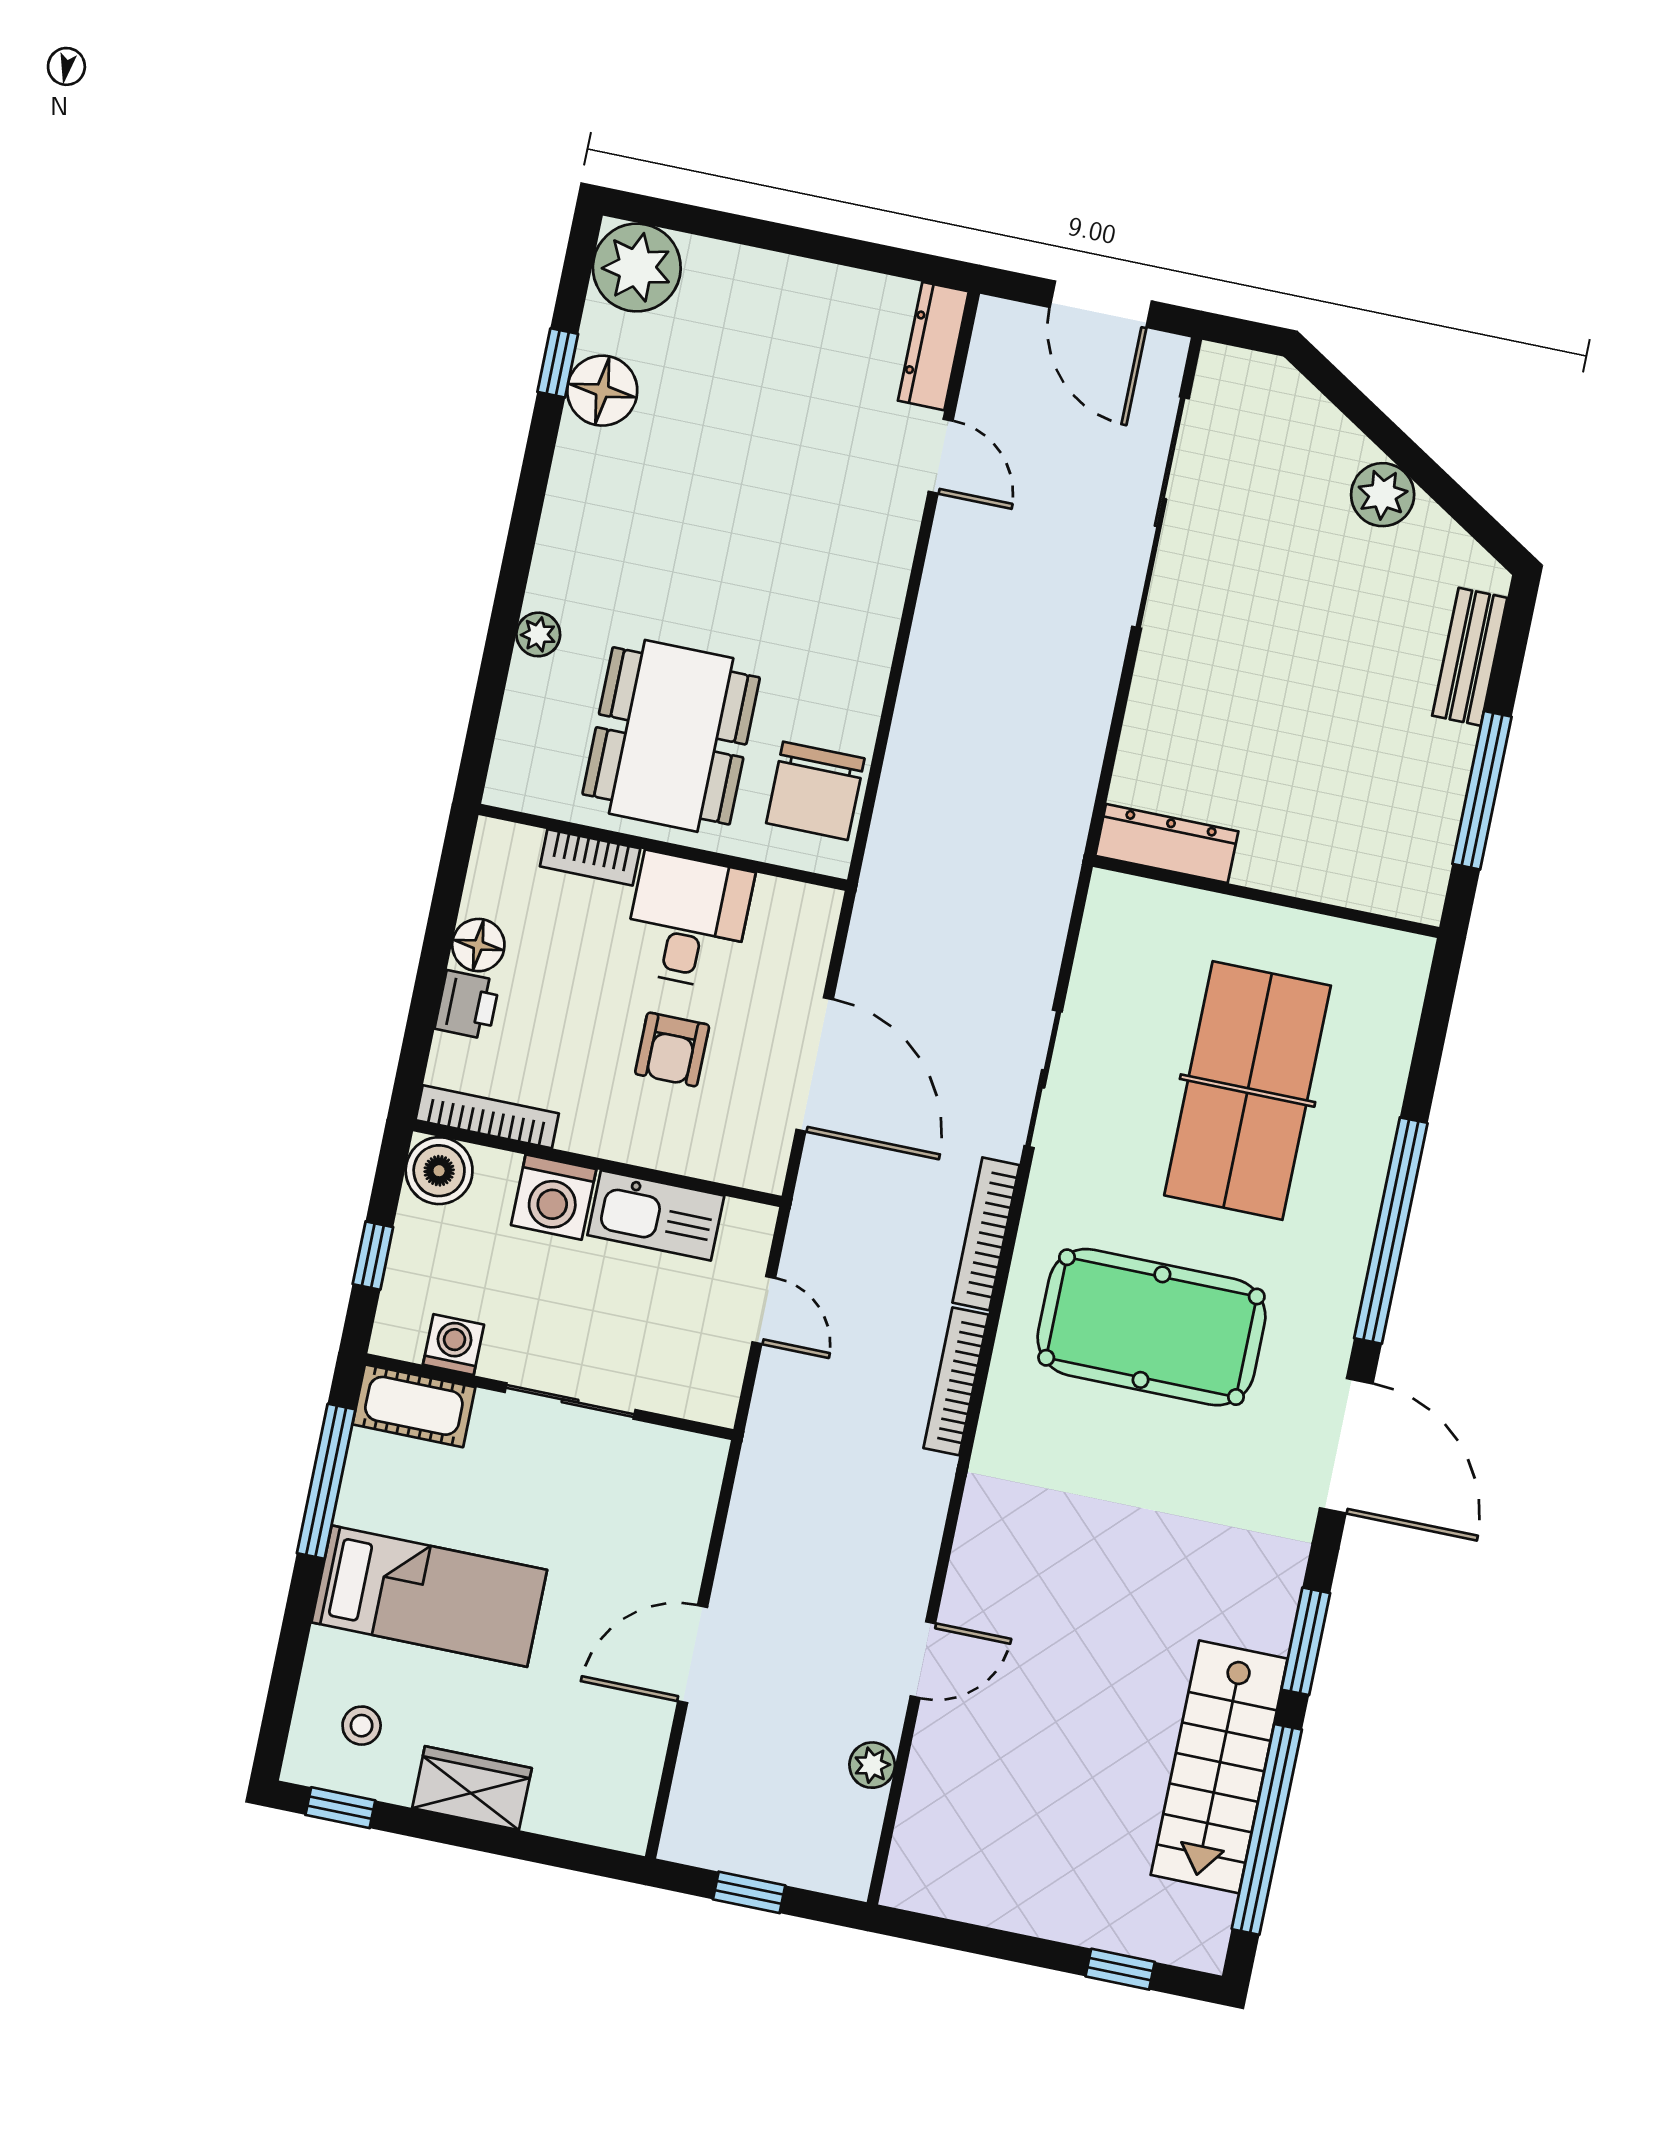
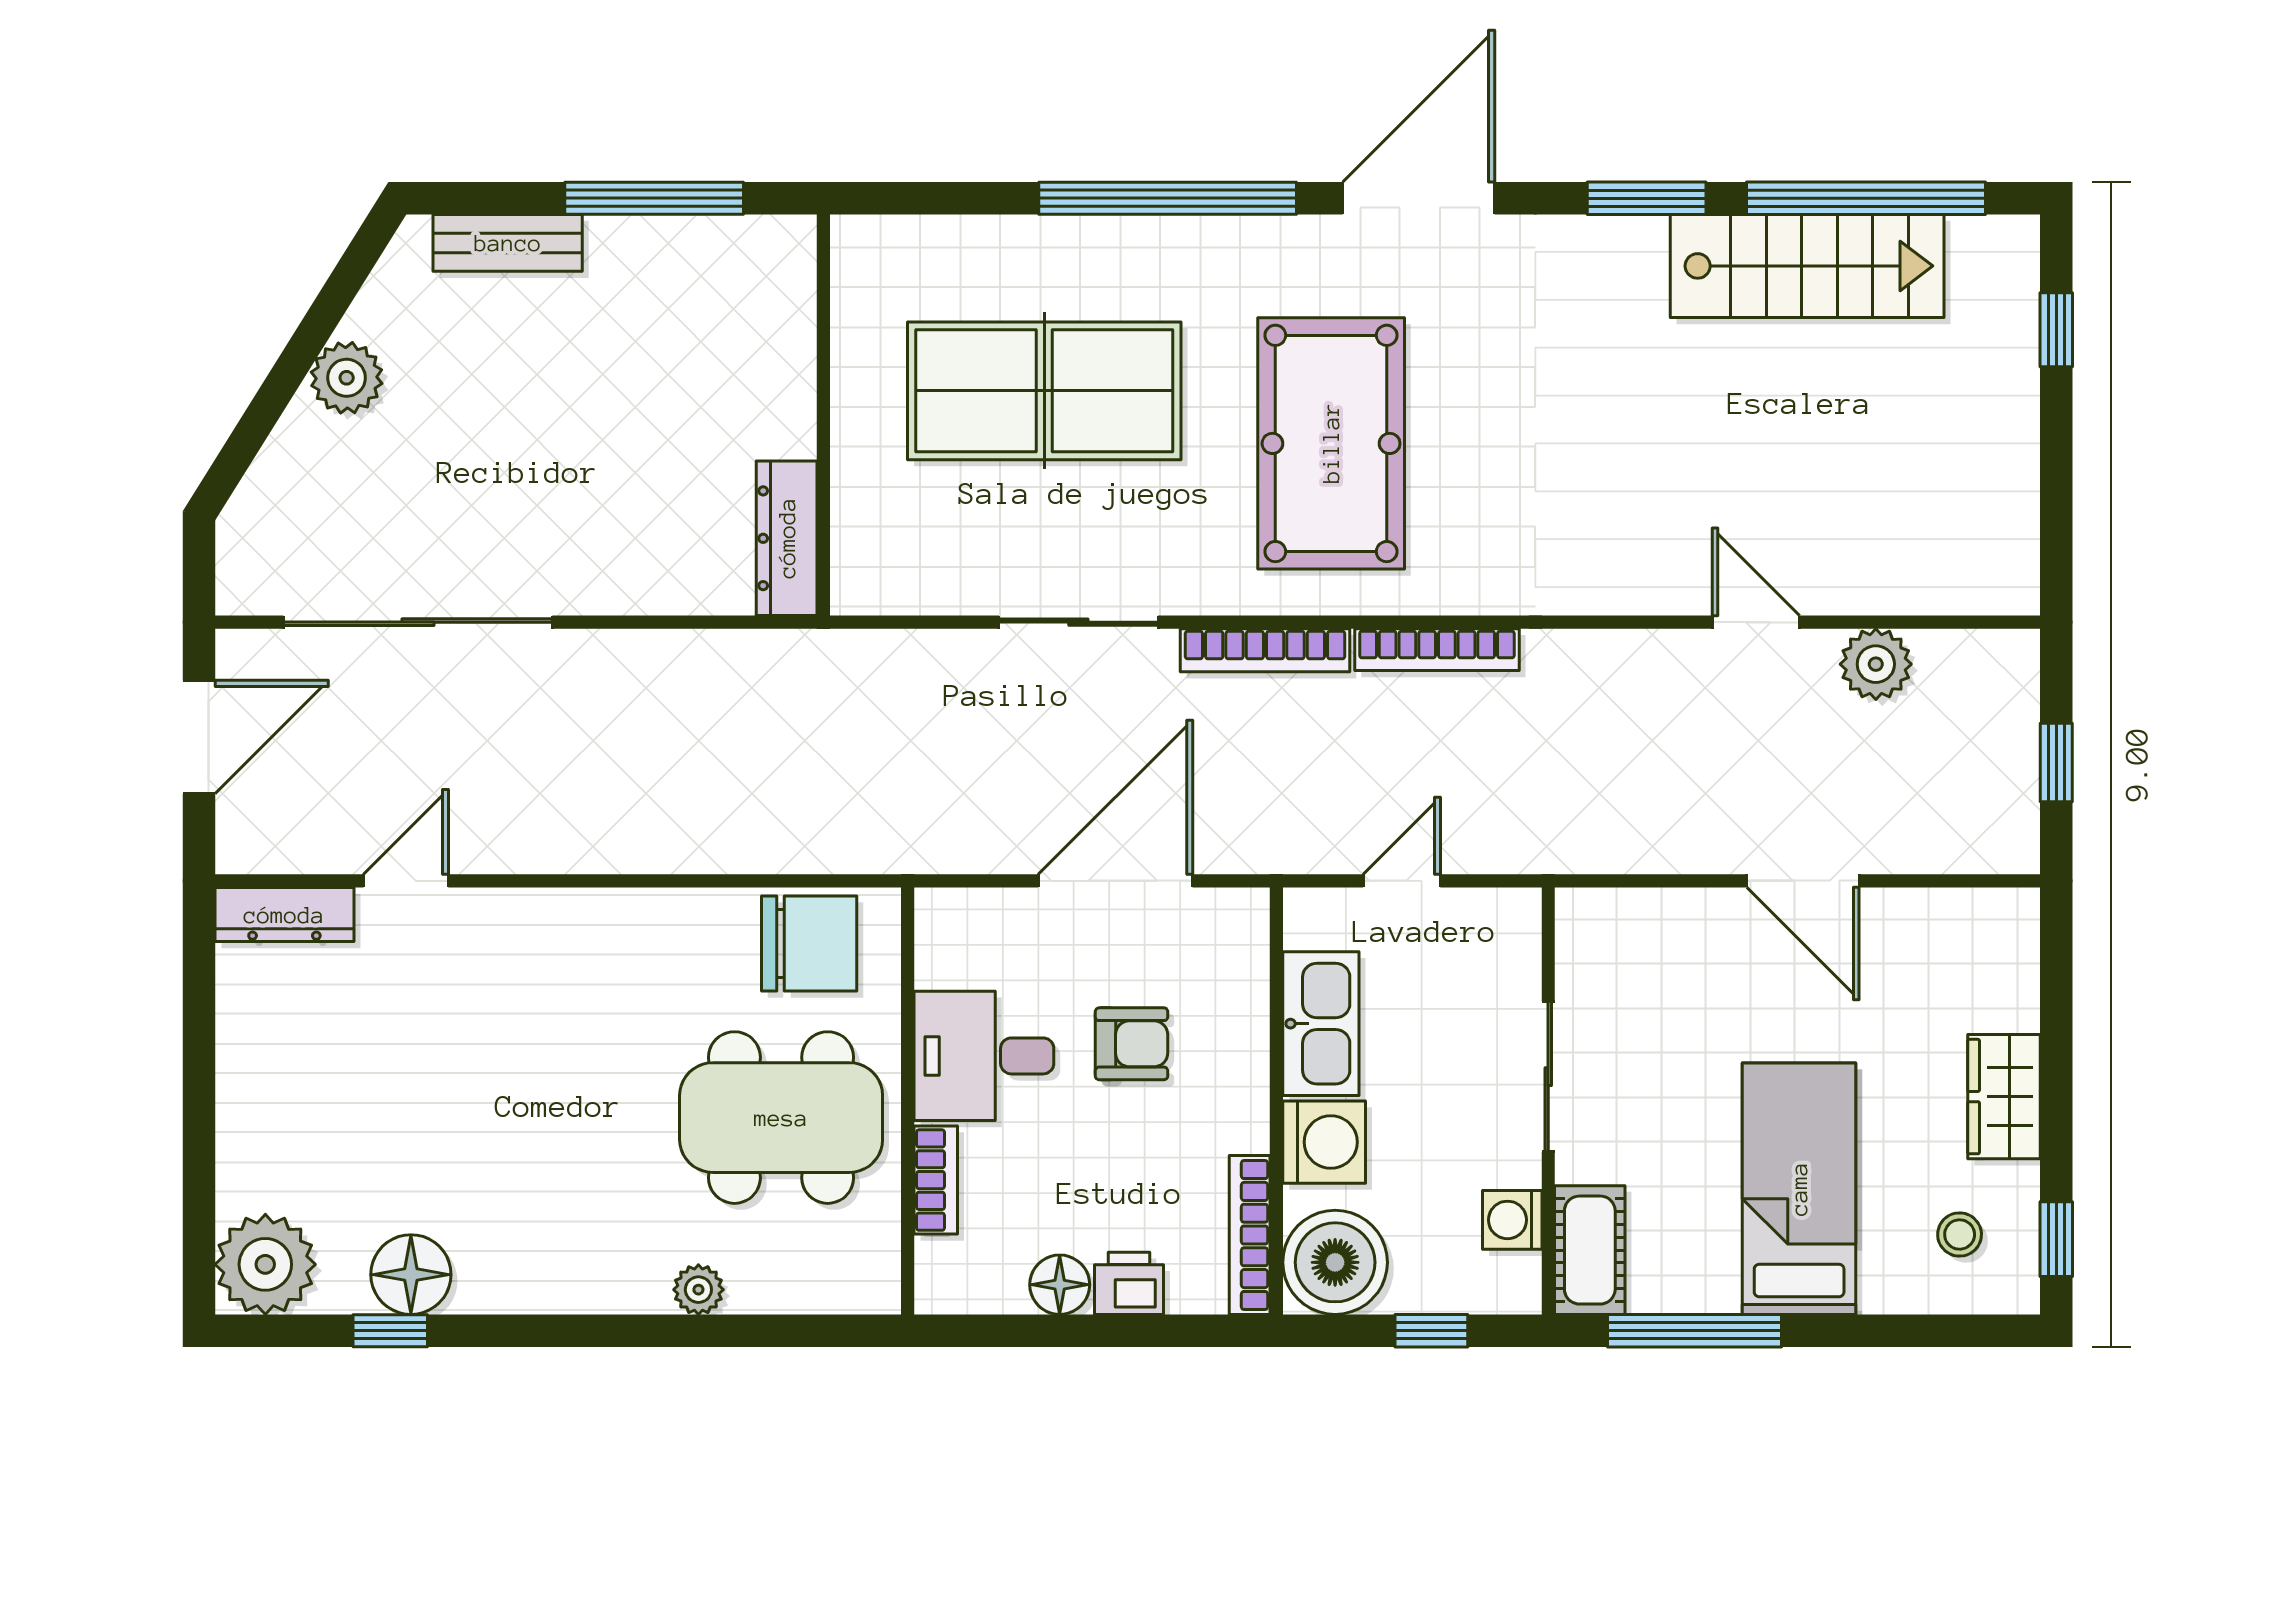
boiler: (439, 1171) -> (1335, 1262), width x1.37, depth x1.37
plant: (872, 1765) -> (1876, 664), width x1.38, depth x1.38

